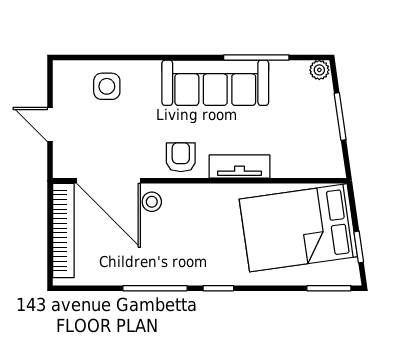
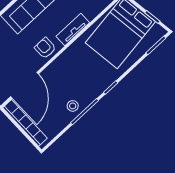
door: (109, 181) -> (25, 85), hinge flipped
stool: (152, 202) -> (73, 106), moved

